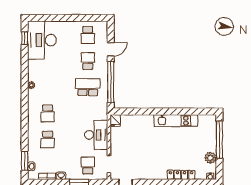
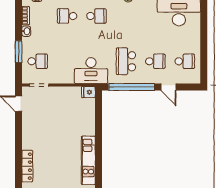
school desk: (88, 35) -> (185, 61), turned 180
school desk: (88, 87) -> (126, 61), turned 180
school desk: (48, 113) -> (96, 16), turned 180
desk: (96, 135) -> (91, 71), moved

